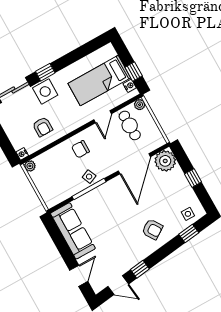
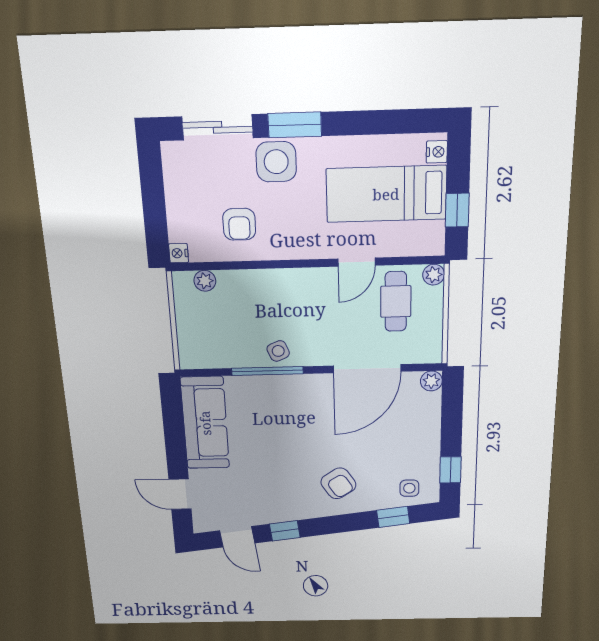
window: (45, 72) -> (295, 125), width x1.50
nightstand: (130, 86) -> (437, 152), moved
chair: (80, 149) -> (287, 298), removed
plant: (165, 161) -> (431, 381), width x0.53, depth x0.53
plant: (30, 166) -> (205, 281), moved
window: (193, 178) -> (450, 470), moved
door: (79, 276) -> (180, 494), swing flipped

